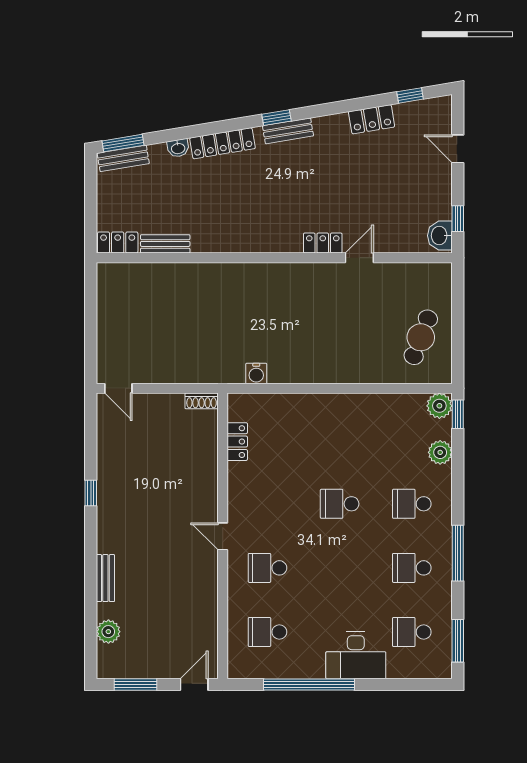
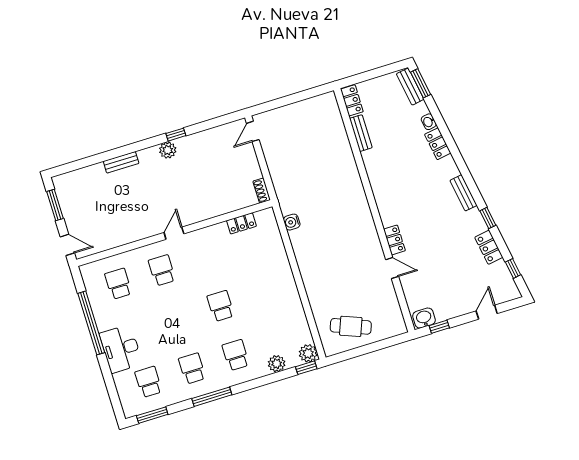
window: (276, 118) -> (488, 218), moved
locker: (222, 143) -> (438, 144), width x0.66
plant: (108, 632) -> (168, 150), moved

